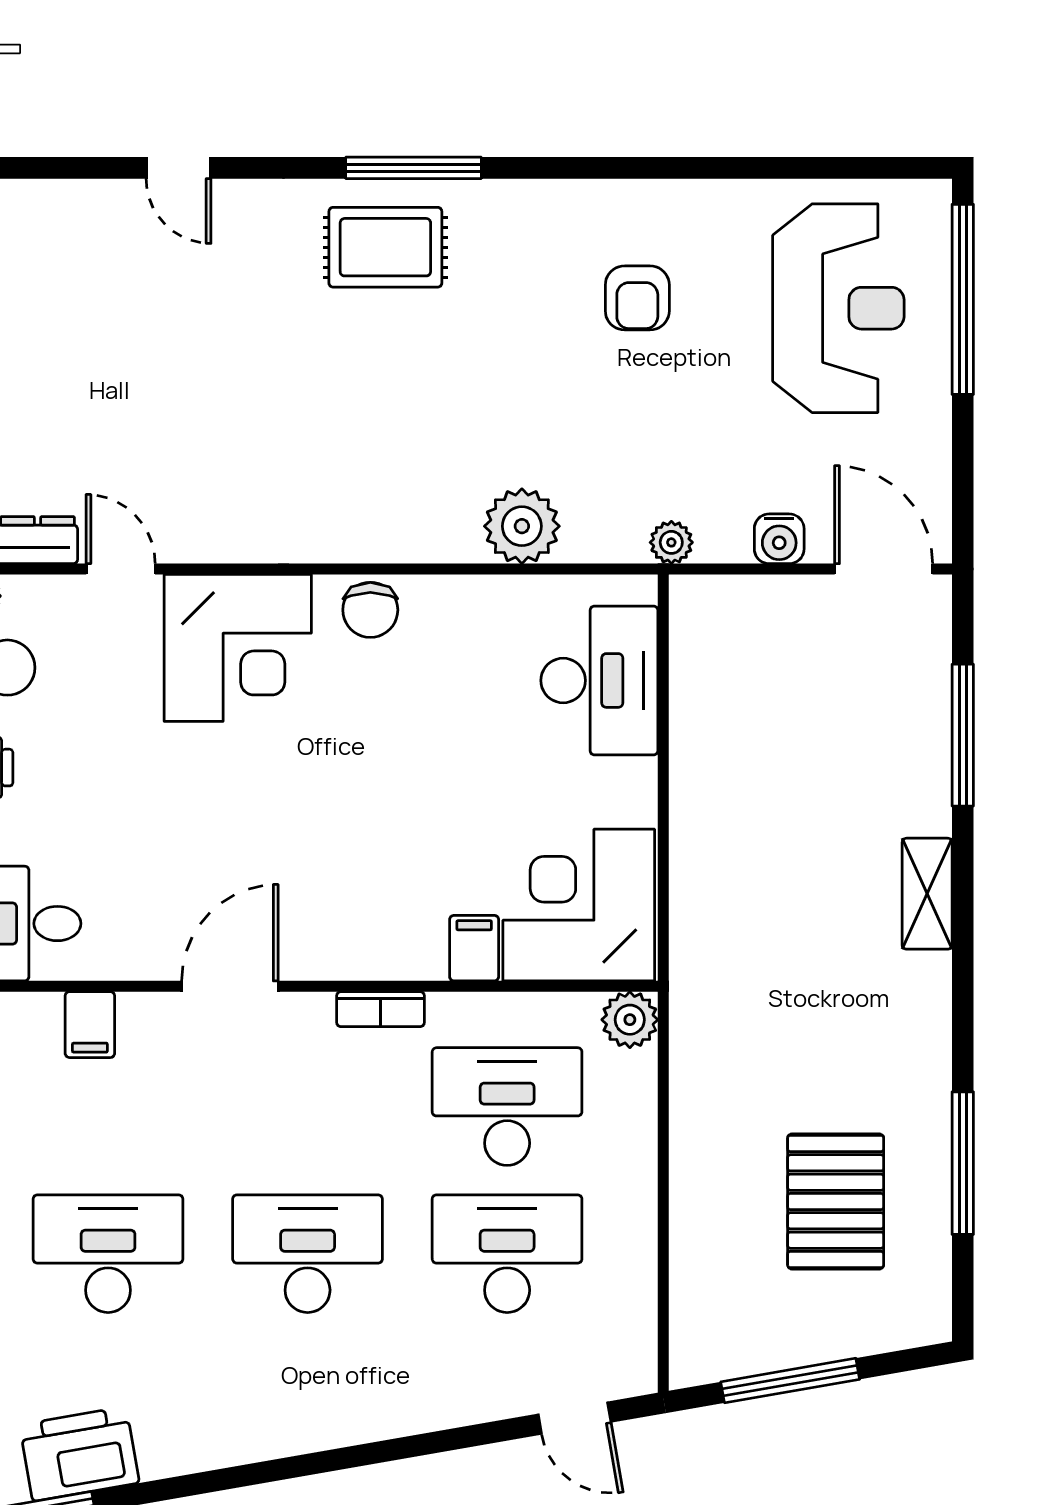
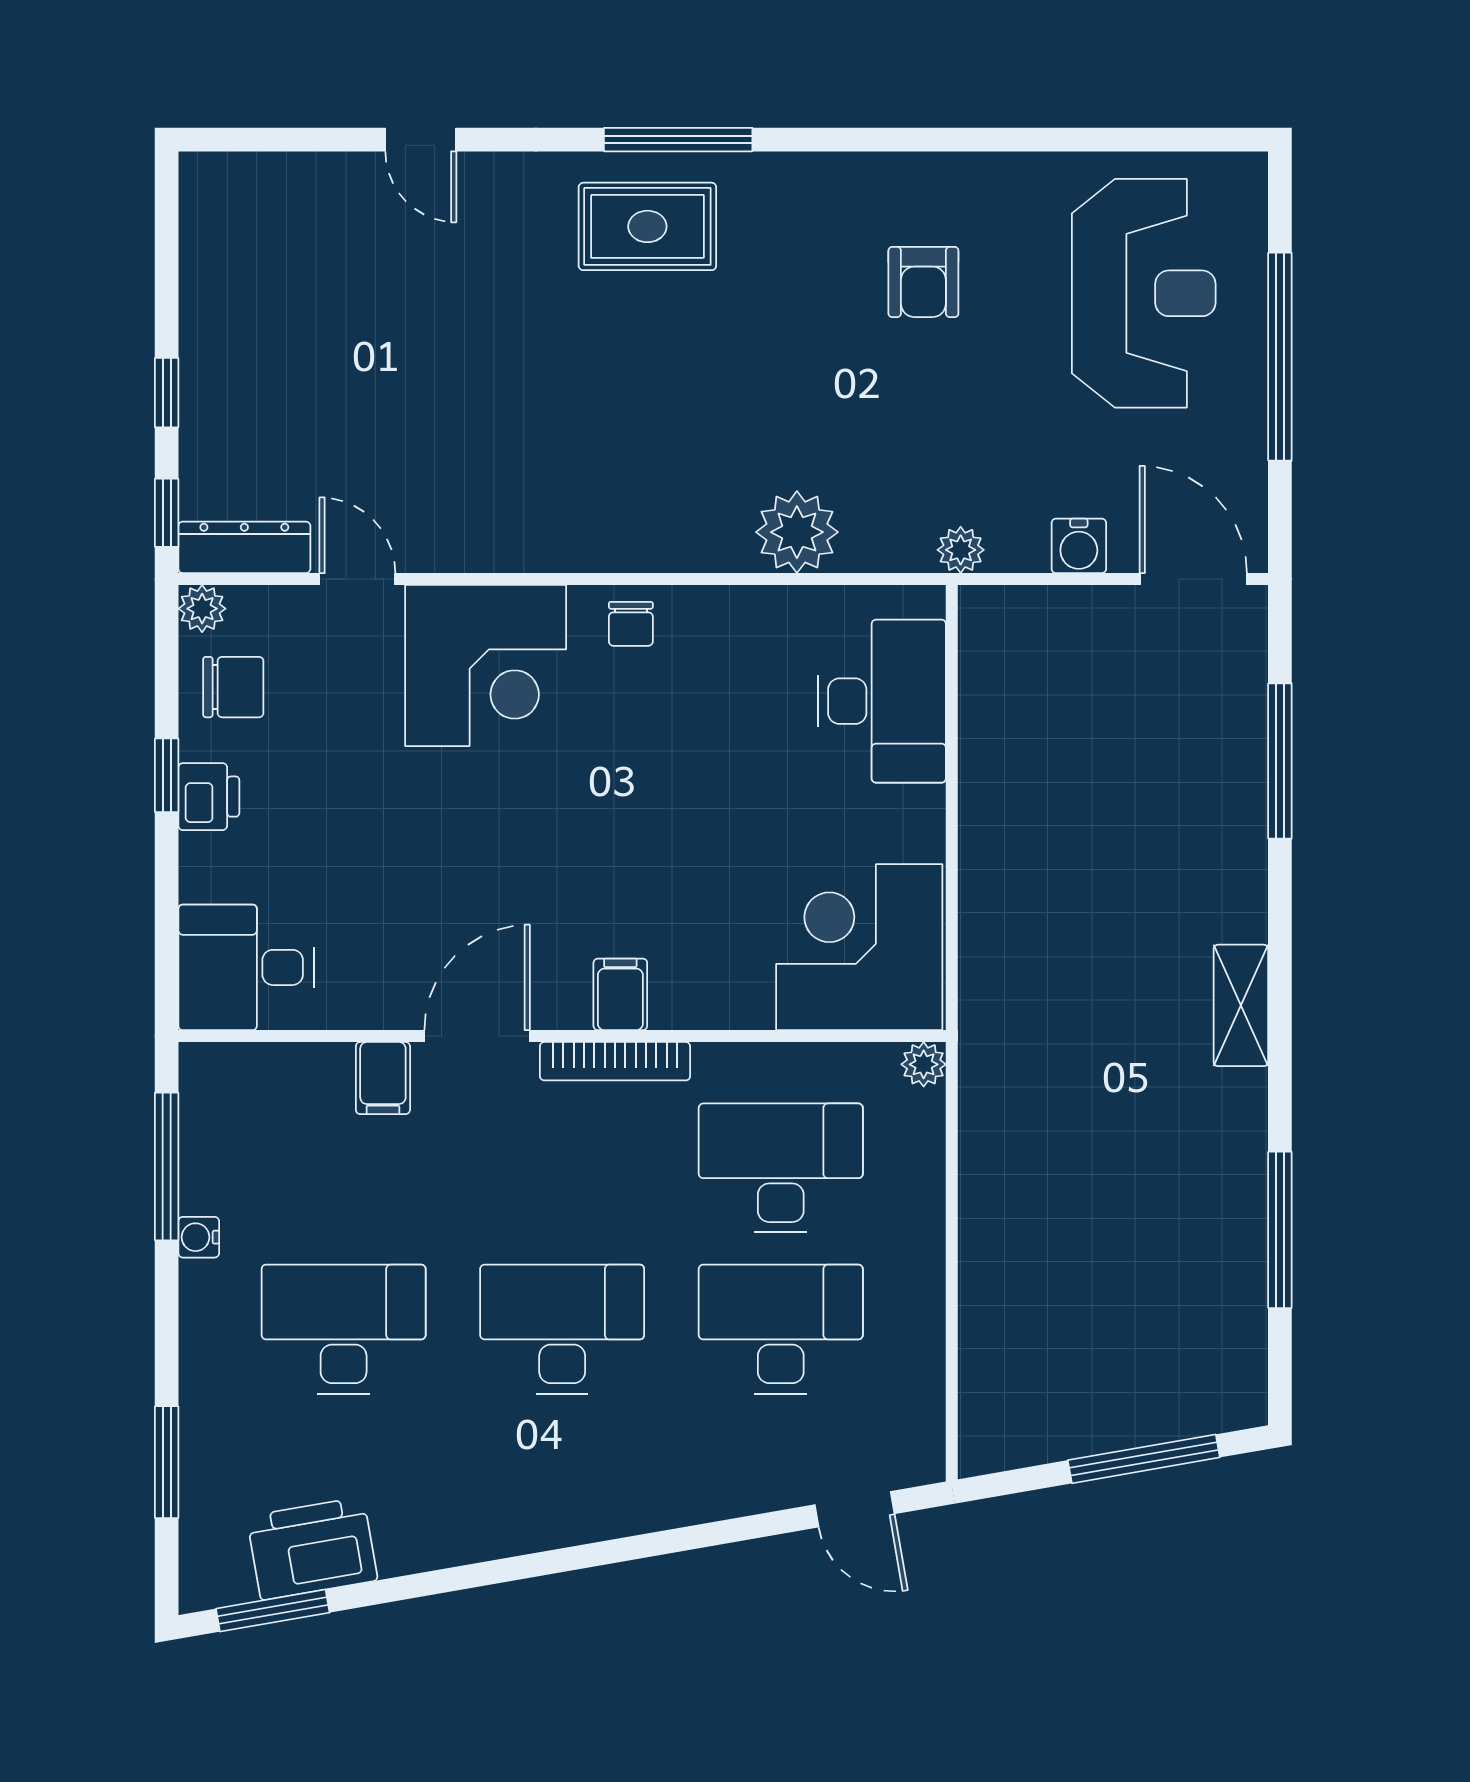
window: (963, 299) -> (1280, 357), moved
chair: (370, 610) -> (631, 624), width x0.73, depth x0.73
shelving: (927, 894) -> (1241, 1005), moved
filing cabinet: (474, 948) -> (620, 994), moved
bookcase: (381, 1009) -> (615, 1061), width x1.56
plant: (630, 1020) -> (924, 1064), width x0.73, depth x0.73
filing cabinet: (90, 1025) -> (383, 1078), moved
pallet: (836, 1201) -> (1141, 1272), removed
window: (790, 1381) -> (1144, 1459), moved

